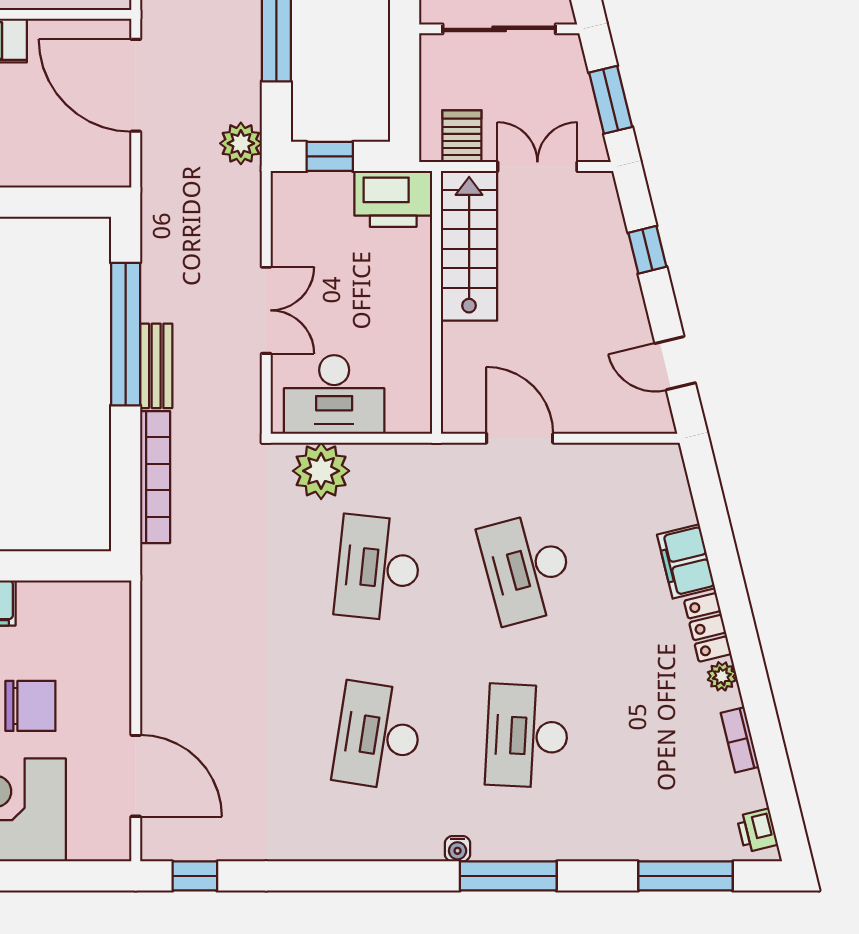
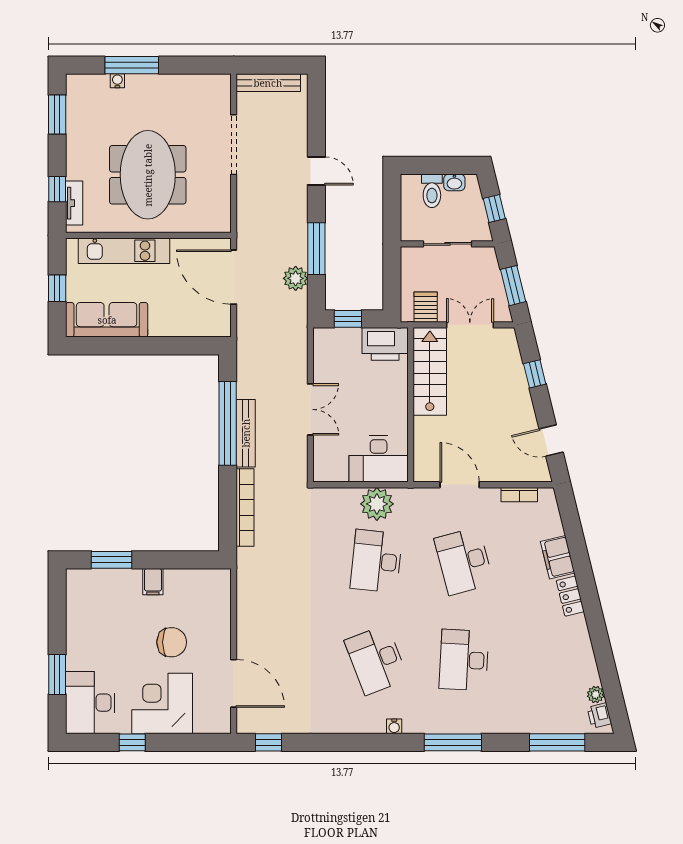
sliding door: (499, 29) -> (448, 244), width x0.73
plant: (241, 143) -> (296, 278), moved
bench: (156, 366) -> (246, 433), width x1.36
desk: (334, 395) -> (379, 459), moved
plant: (321, 471) -> (377, 504), moved
plant: (722, 676) -> (596, 695), moved
desk: (378, 736) -> (376, 660), turned -30
bookcase: (740, 740) -> (519, 495), moved, turned -76
water cooler: (458, 849) -> (394, 726), moved

